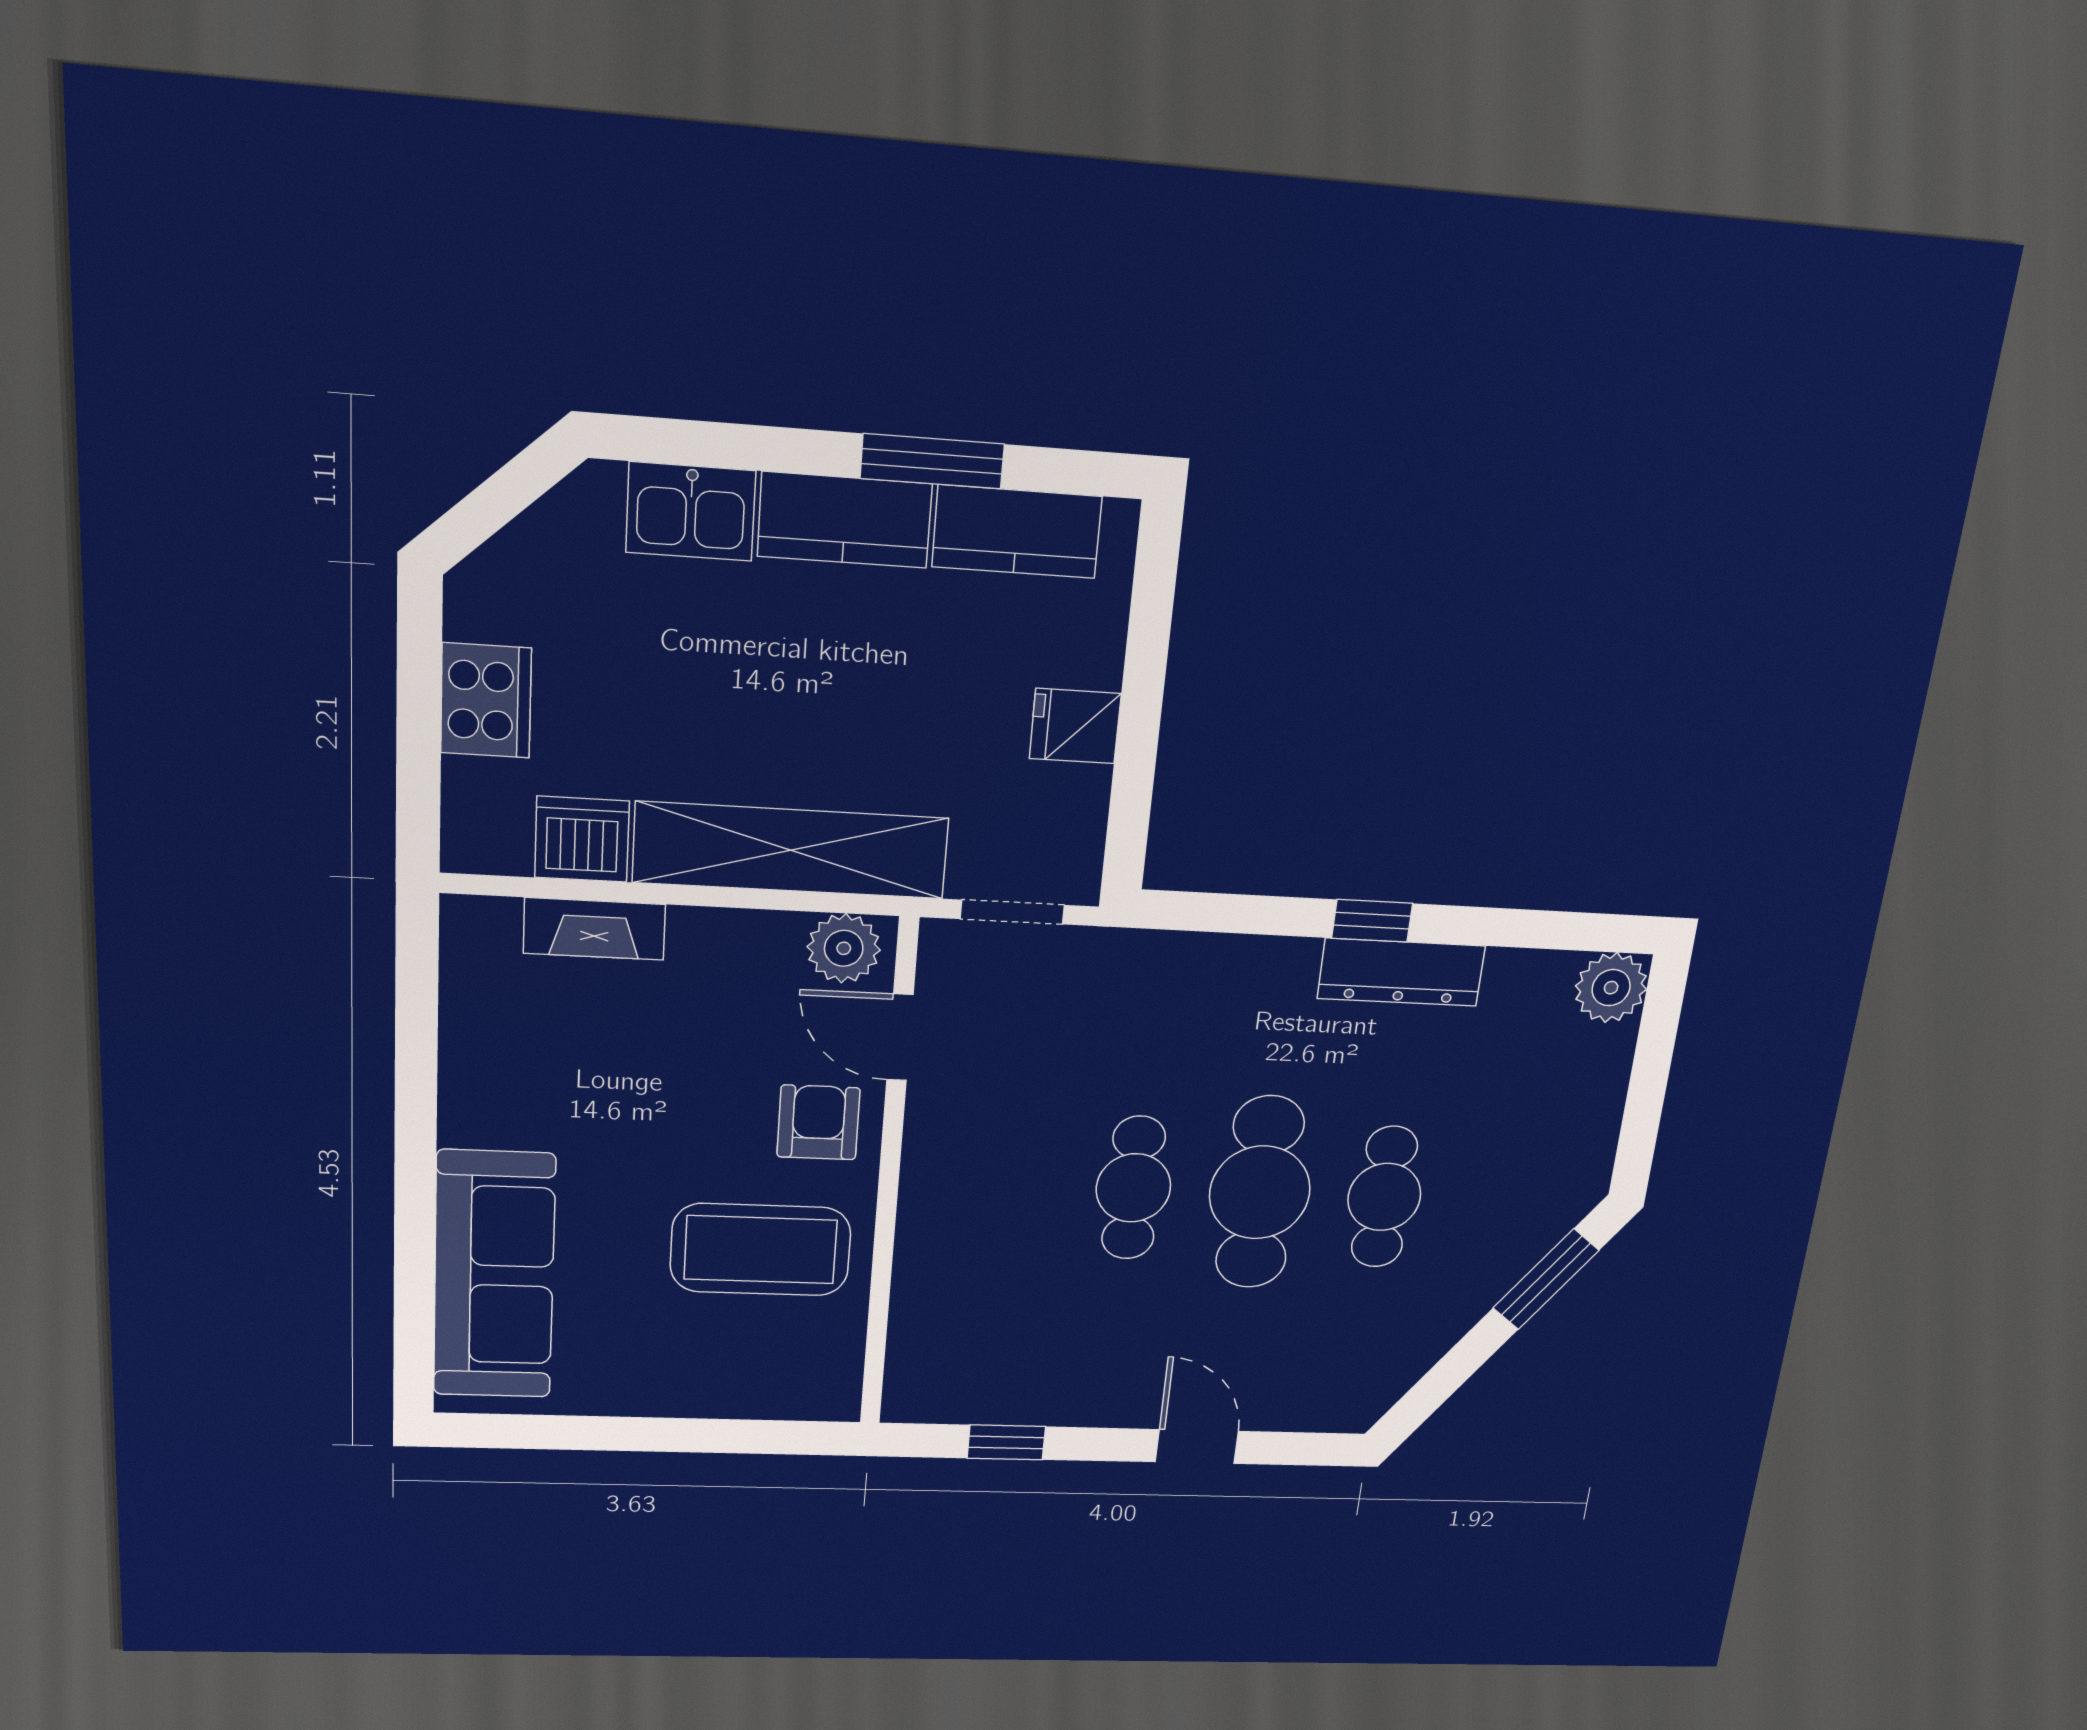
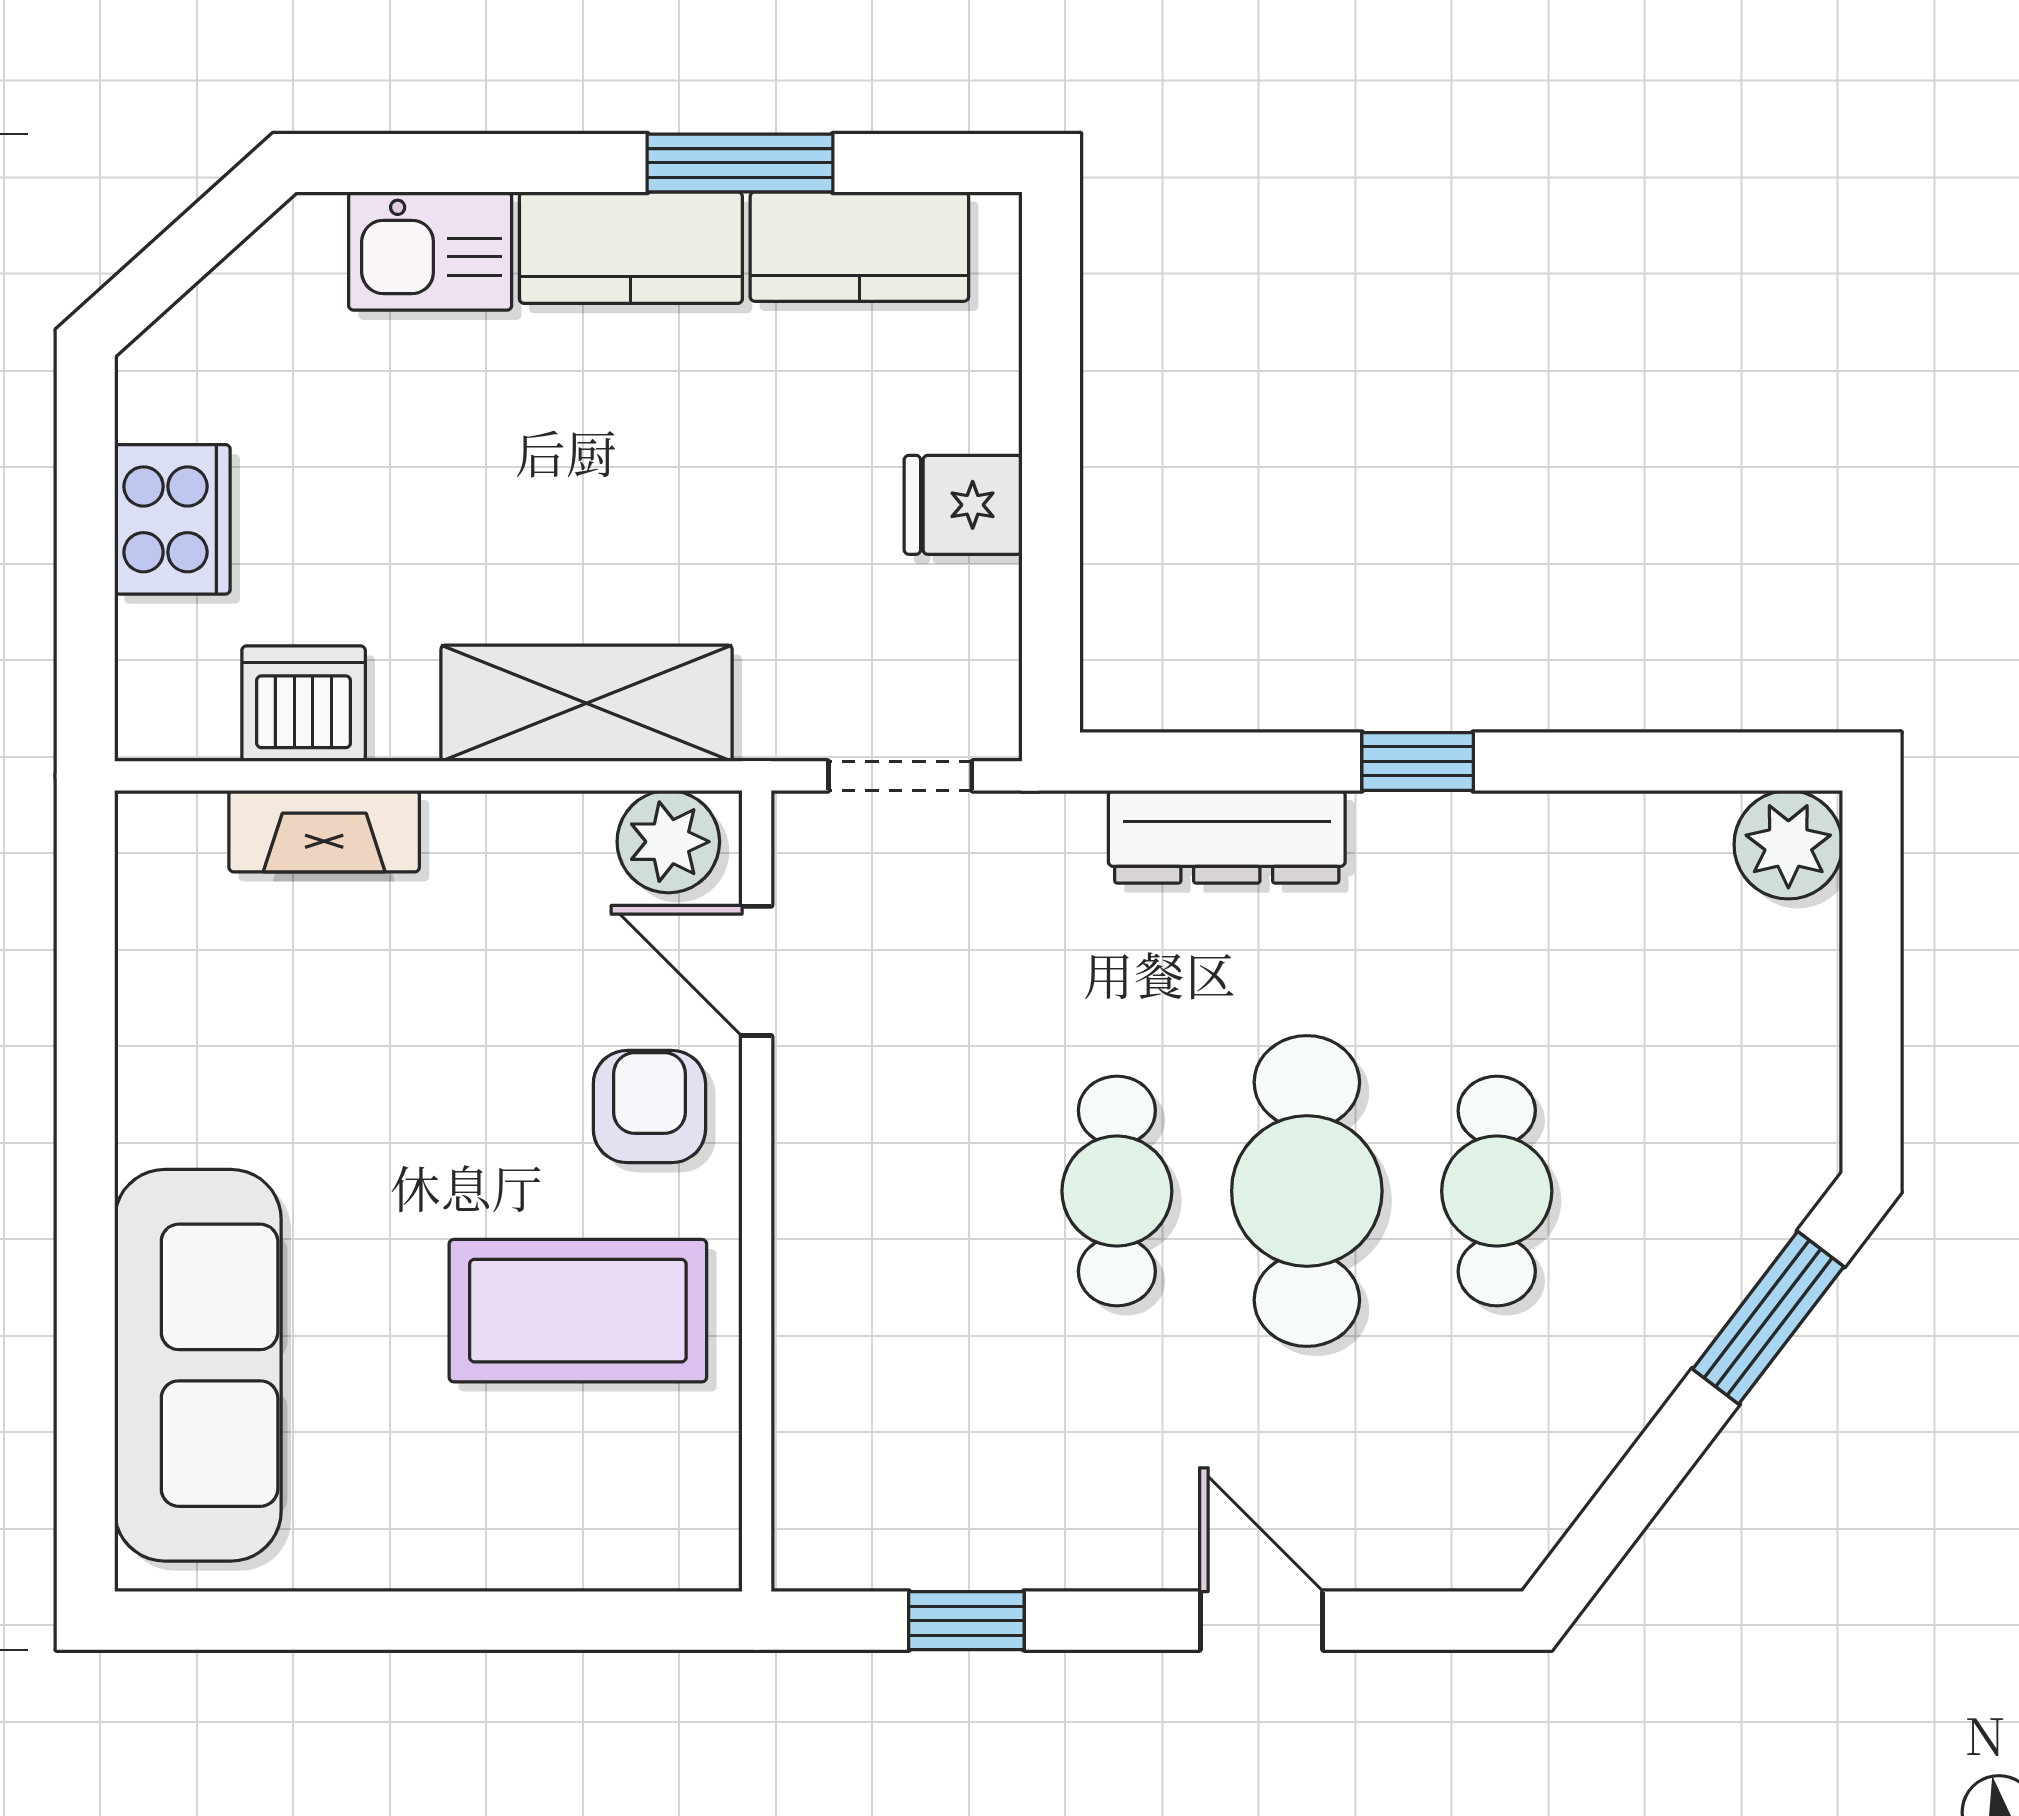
shelving: (791, 850) -> (587, 703), width x0.68
dresser: (1401, 972) -> (1227, 837), moved

